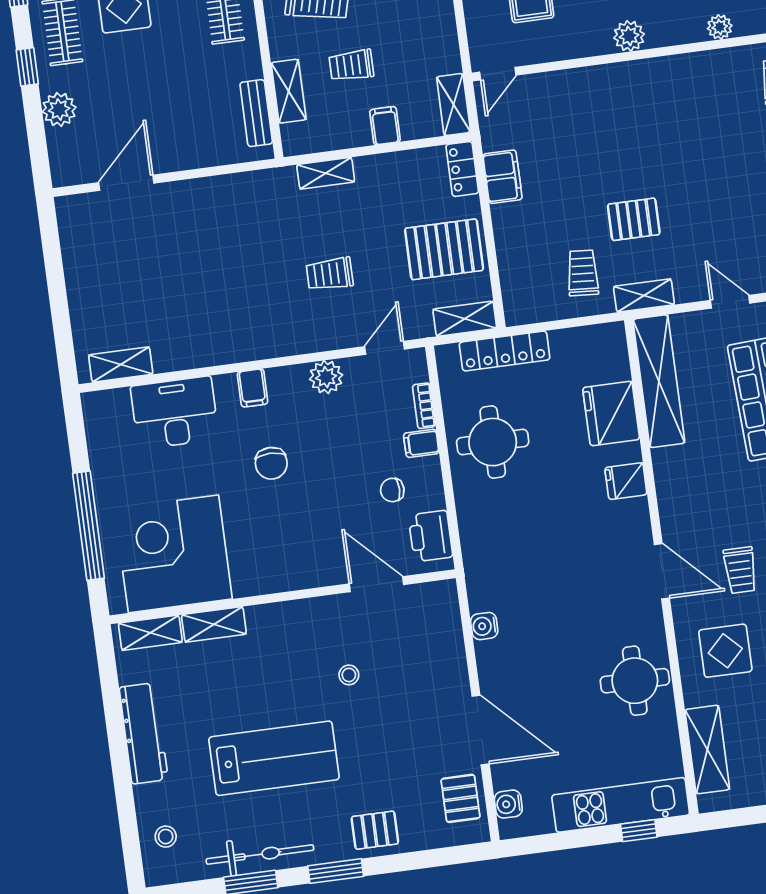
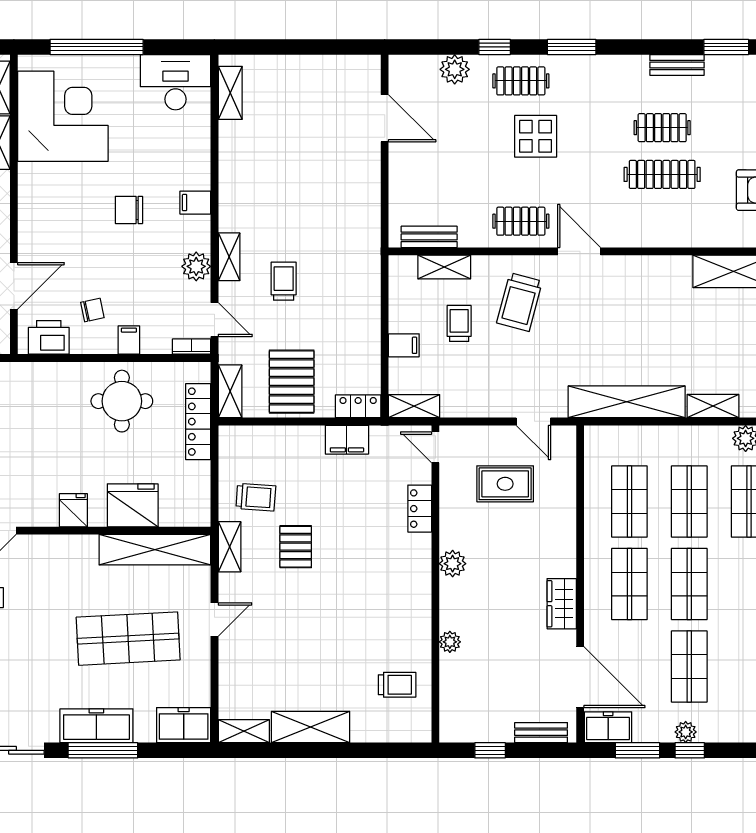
locker: (571, 82) -> (420, 509), added
shelving: (326, 173) -> (229, 257), moved
bookcase: (424, 406) -> (192, 347), moved
desk: (175, 413) -> (176, 82), moved, turned -90
chair: (392, 490) -> (92, 310), turned 78

